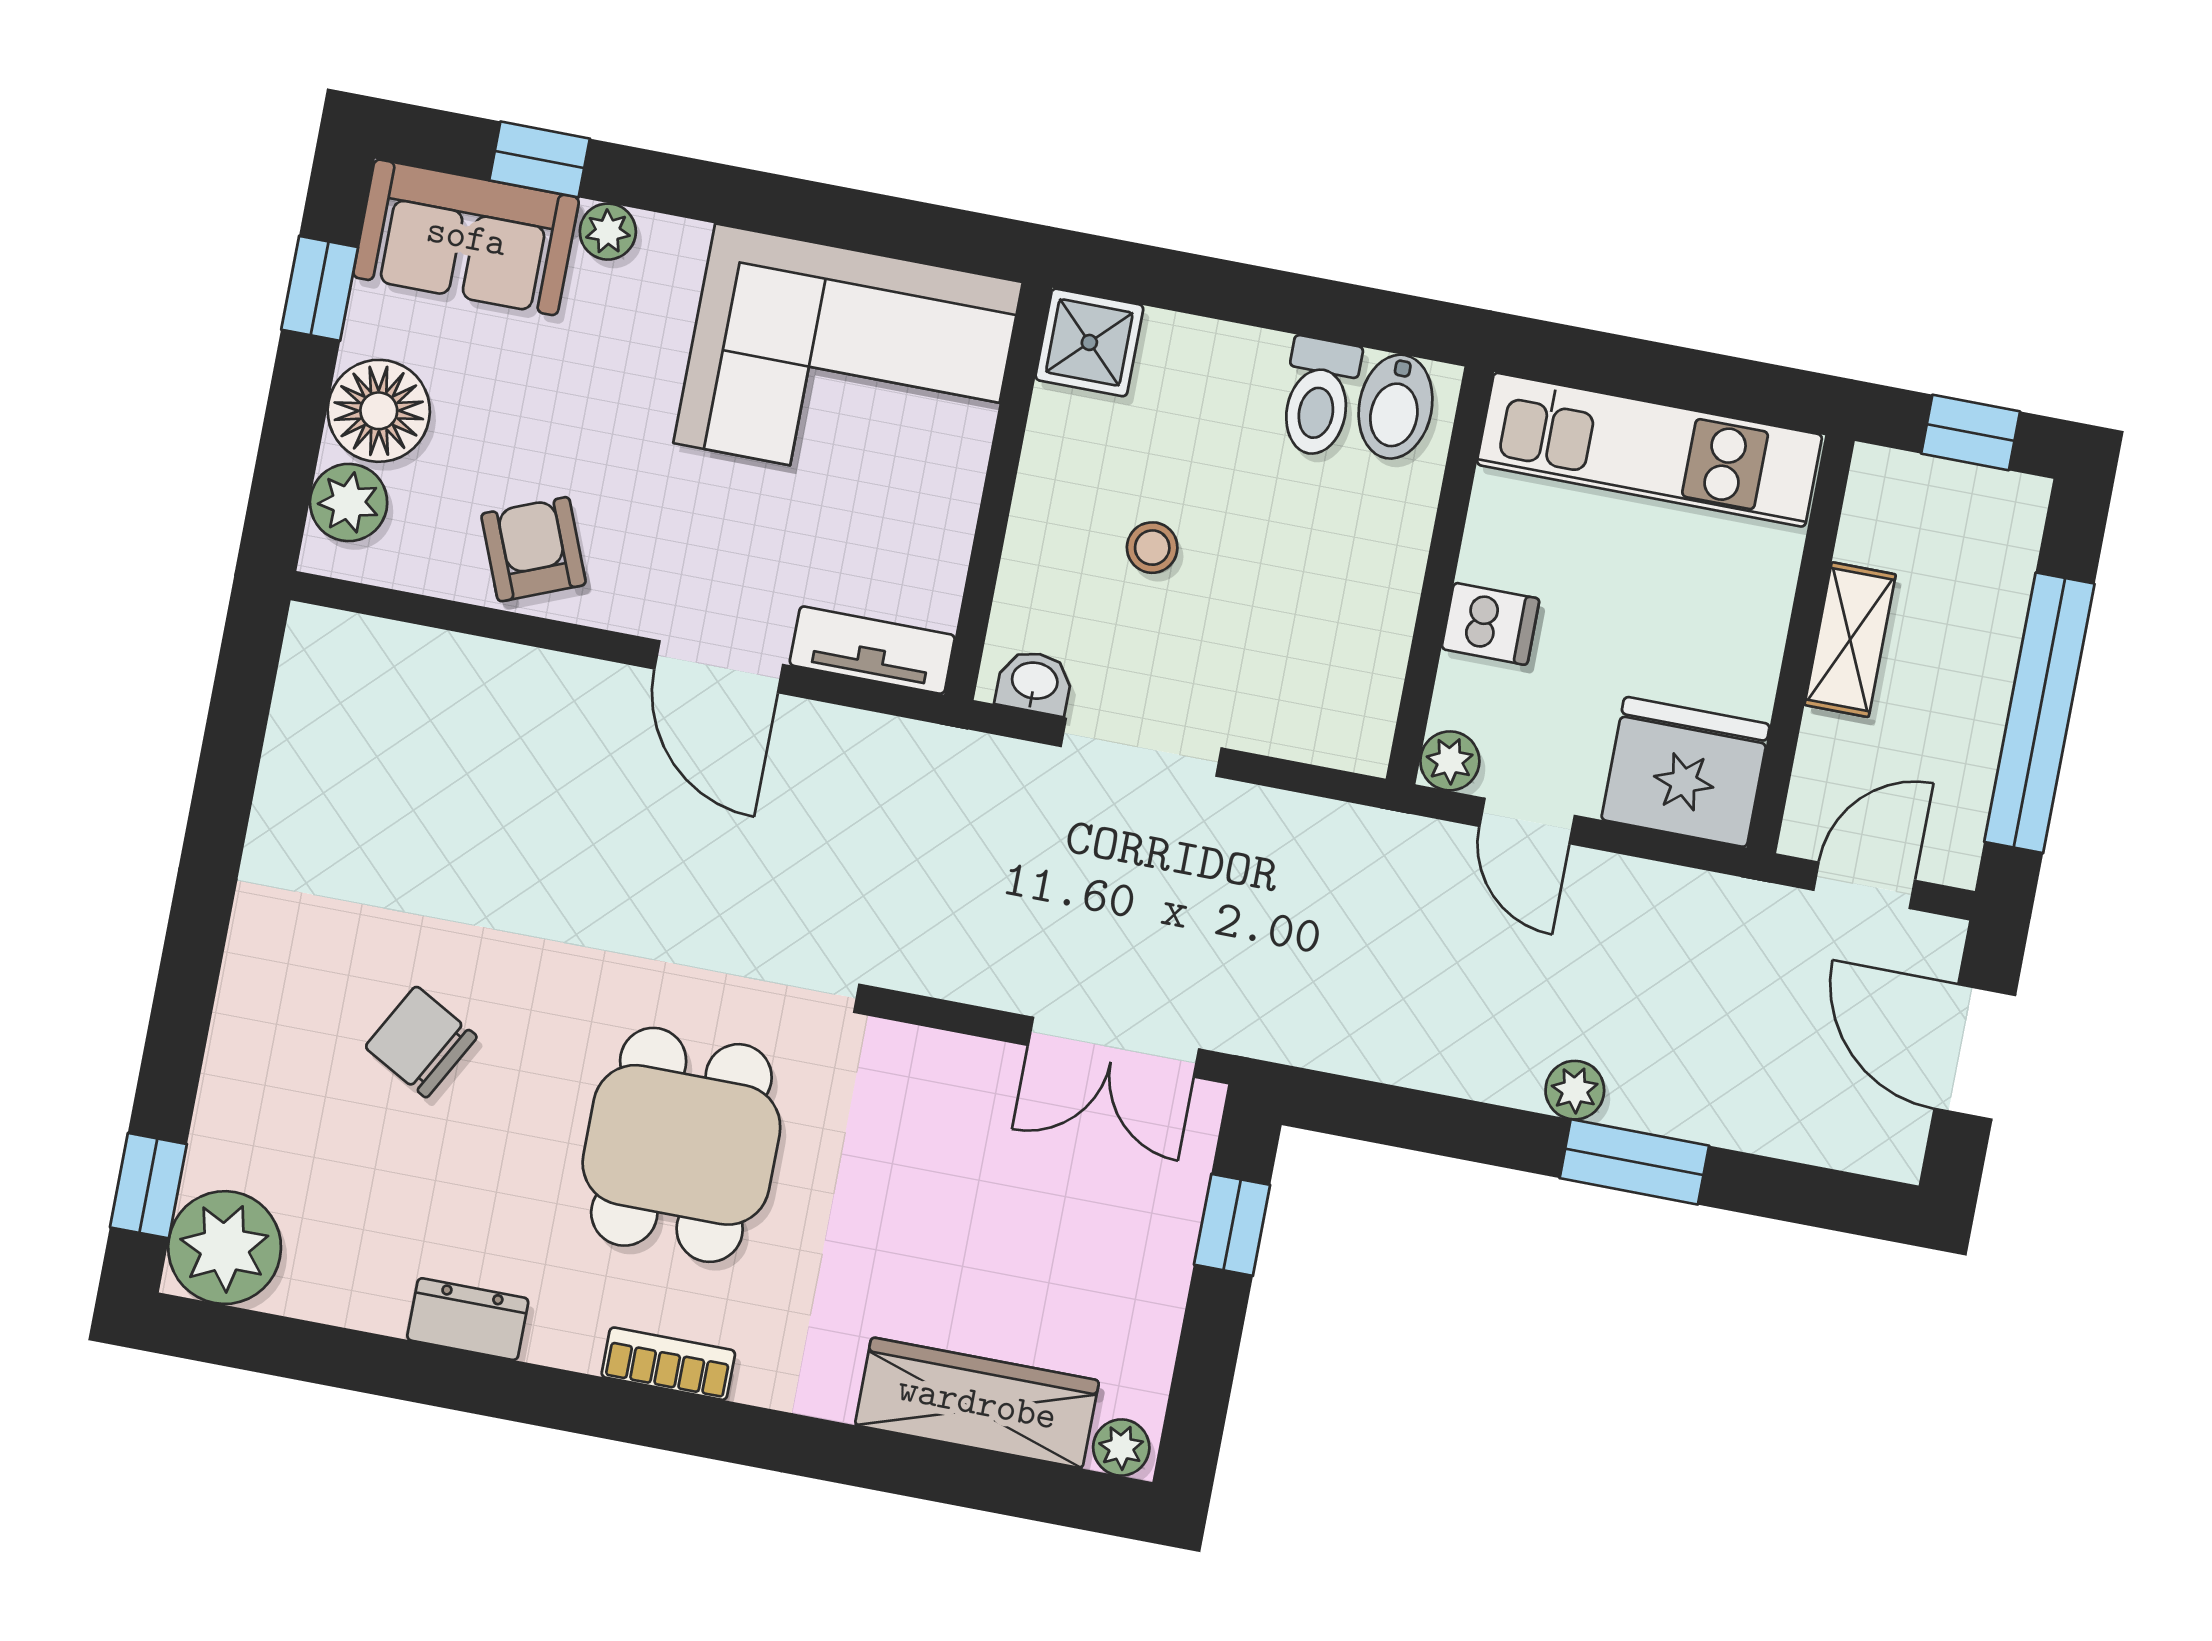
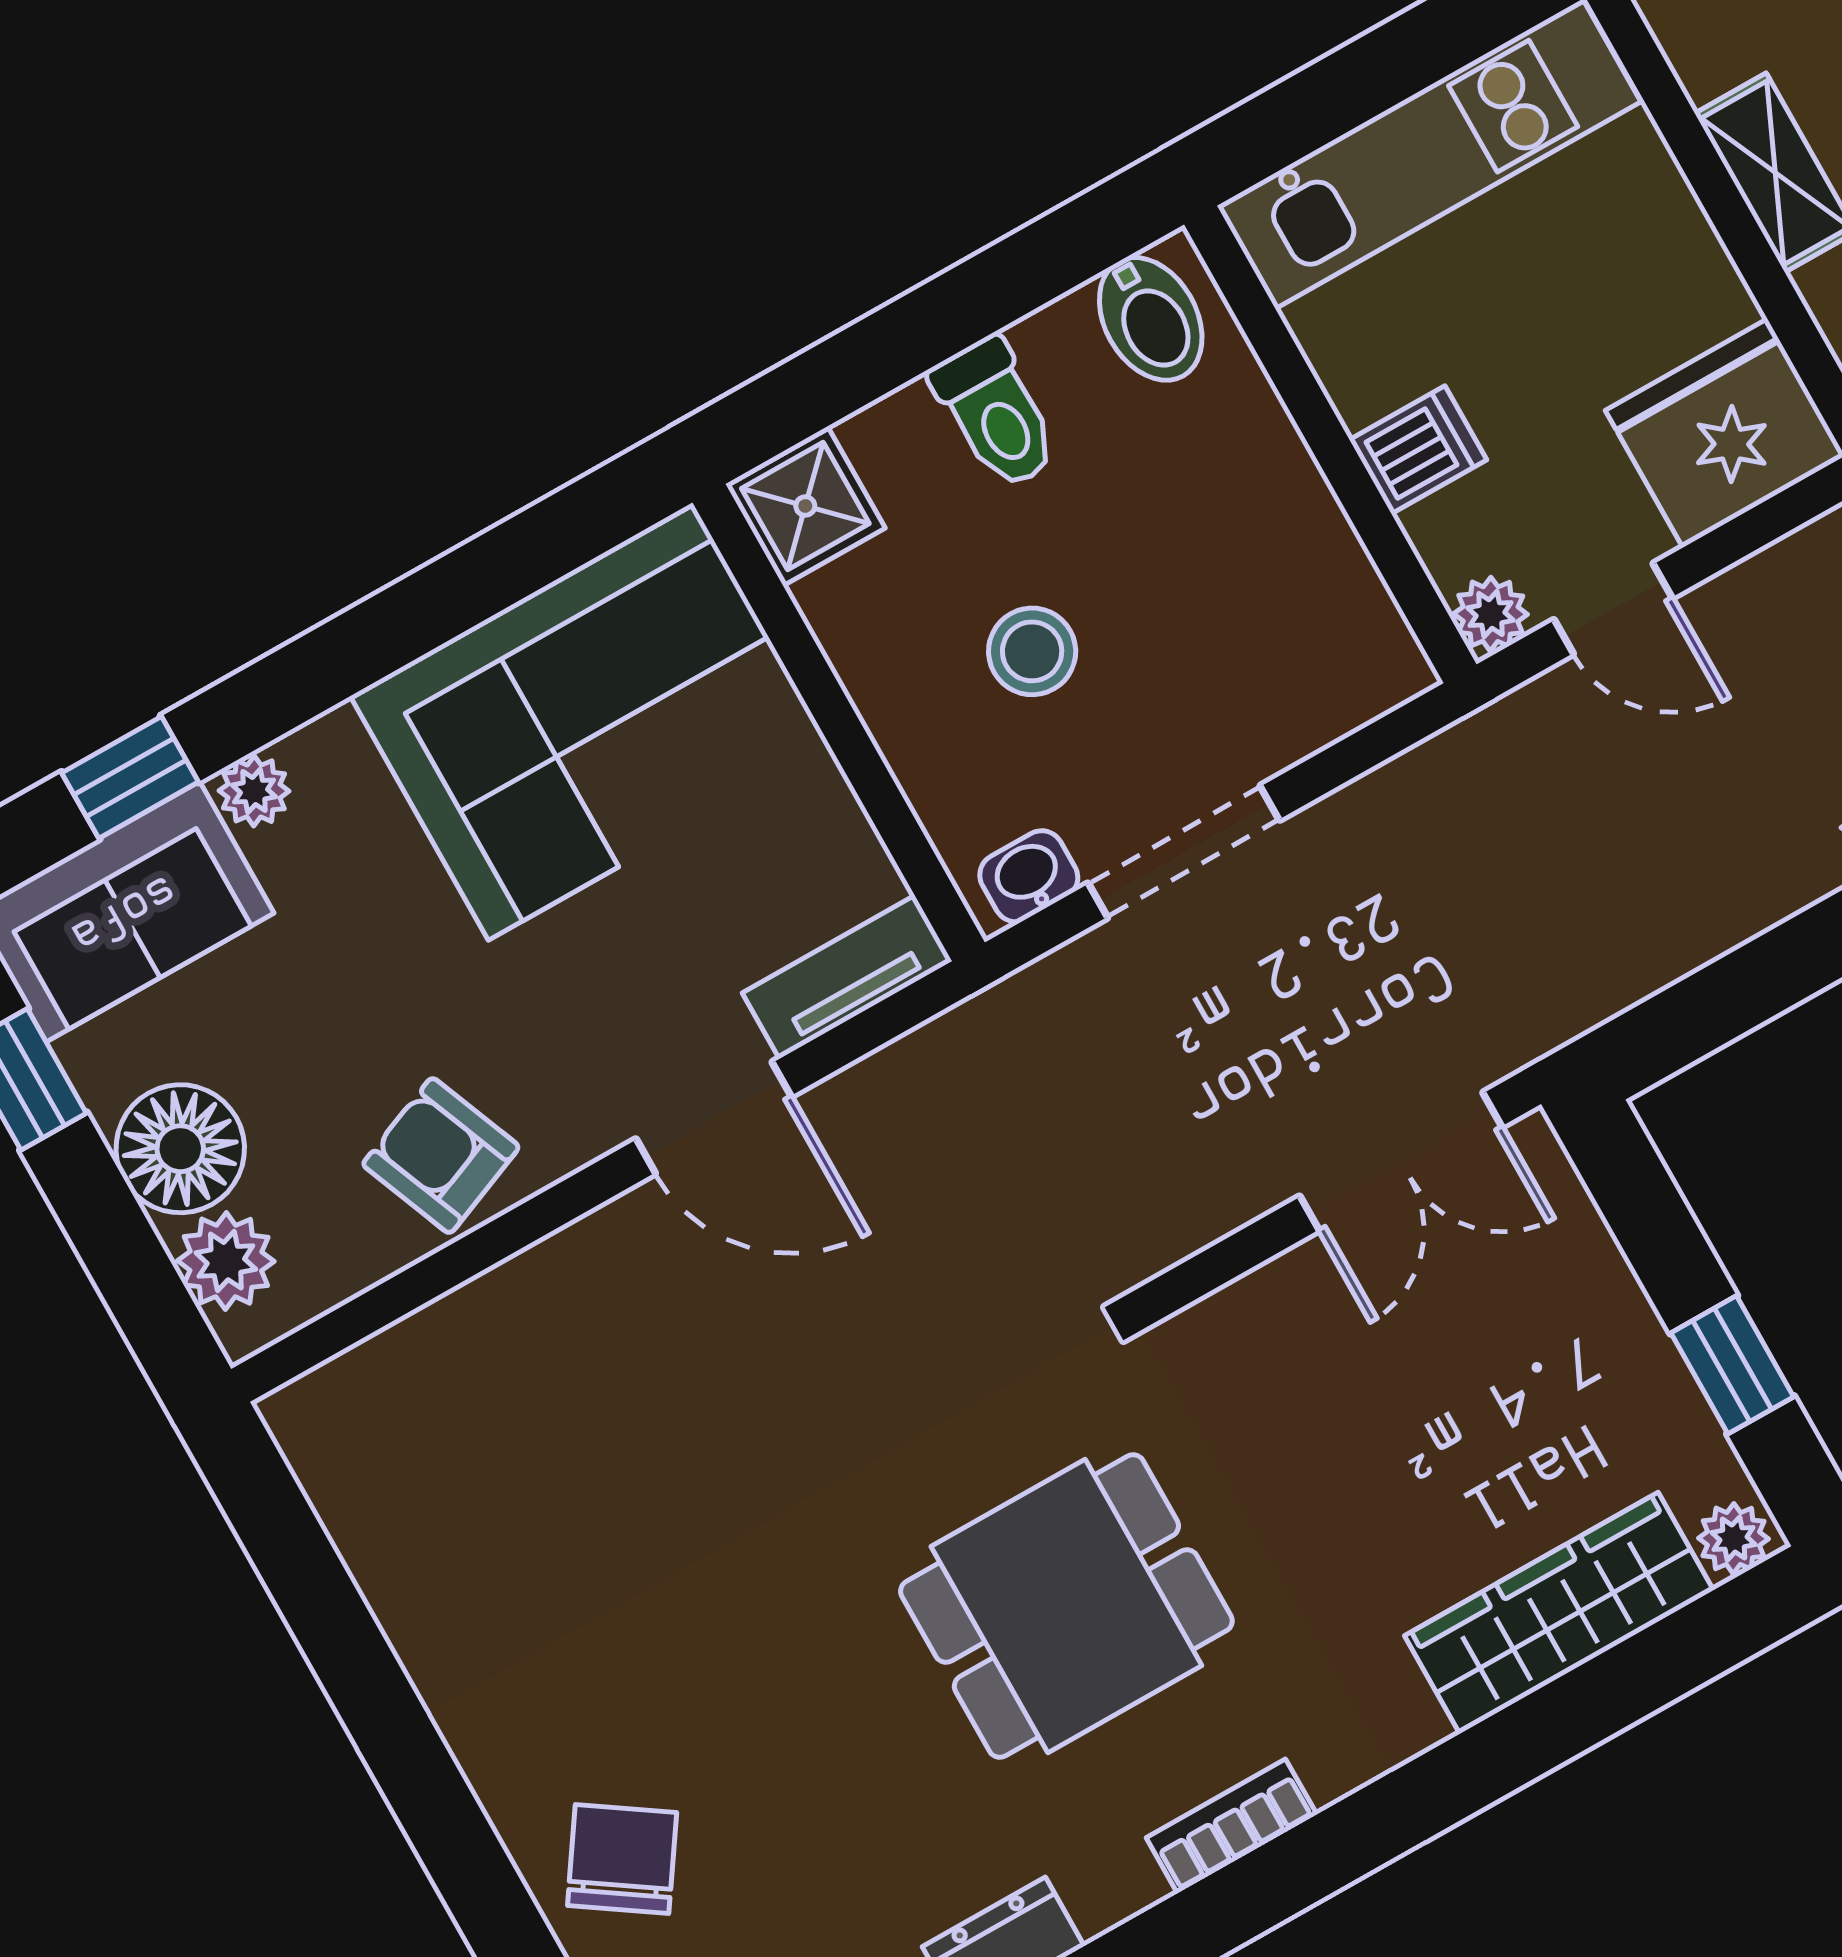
toilet: (1319, 397) -> (996, 413), moved
stool: (1152, 548) -> (1032, 651), width x1.37, depth x1.37
chair: (421, 1042) -> (622, 1859), moved, turned 95
dining table: (681, 1145) -> (1066, 1606), turned 90
window: (1232, 1225) -> (1732, 1365), moved

